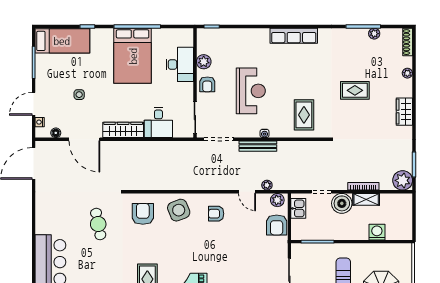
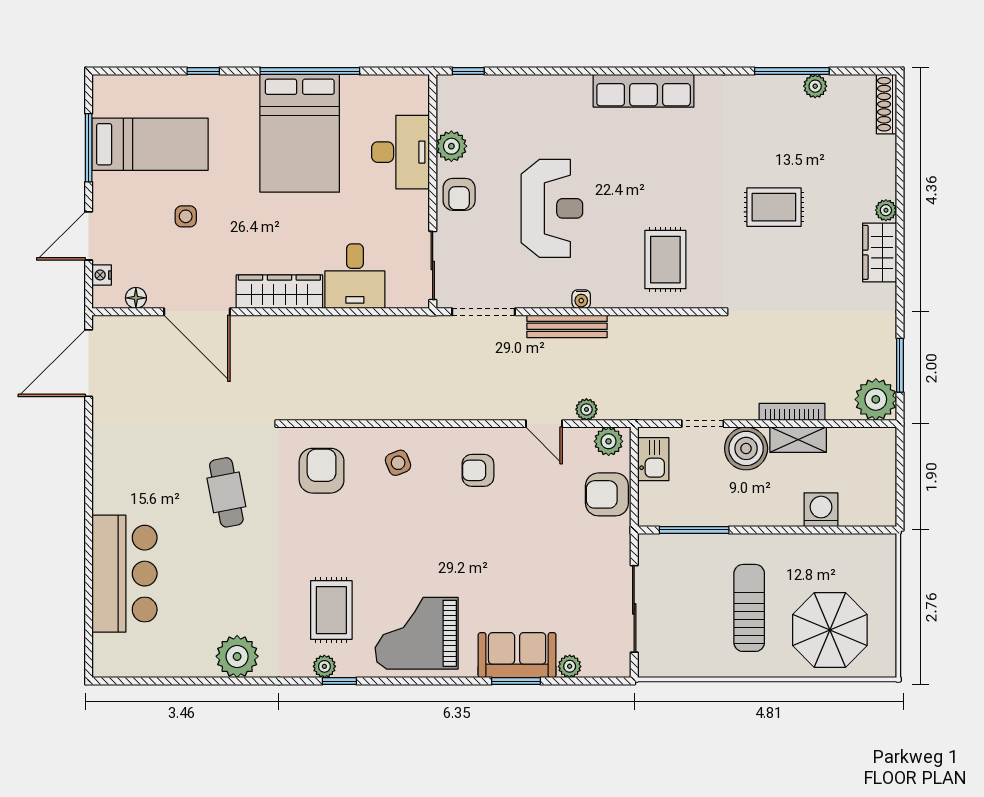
bed: (62, 41) -> (150, 144), moved
plant: (407, 73) -> (886, 210), moved
side table: (179, 210) -> (398, 463), width x0.54, depth x0.54
armchair: (277, 225) -> (607, 494), turned 90

